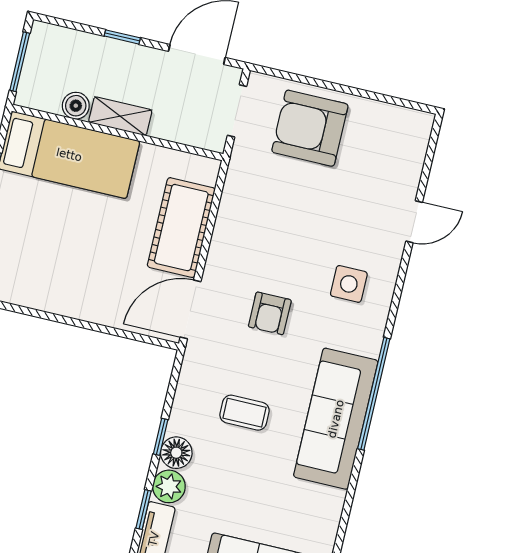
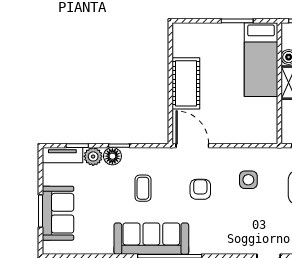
cot: (181, 228) -> (186, 83), moved, turned 90
side table: (349, 284) -> (248, 180), moved
armchair: (270, 313) -> (200, 189), turned 90

